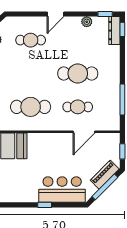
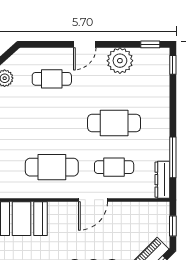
plant: (87, 22) -> (120, 61), width x1.88, depth x1.88
dresser: (114, 31) -> (162, 180), moved
door: (84, 132) -> (93, 200), moved

